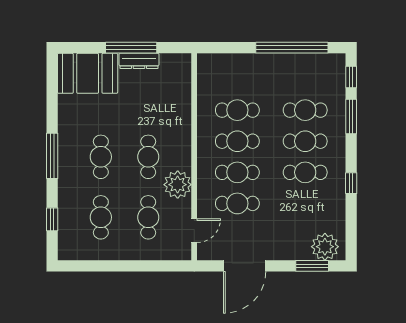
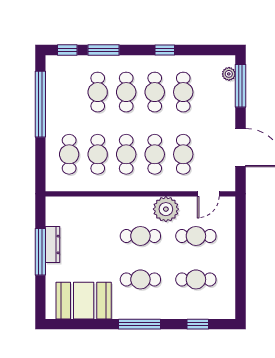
booth: (88, 73) -> (84, 301), moved, turned 90
cafe table: (237, 79) -> (69, 154), added
cafe table: (305, 203) -> (183, 92), added
door: (194, 231) -> (208, 194), swing flipped
plant: (325, 247) -> (229, 74), width x0.53, depth x0.53
window: (312, 266) -> (241, 86), width x1.44

